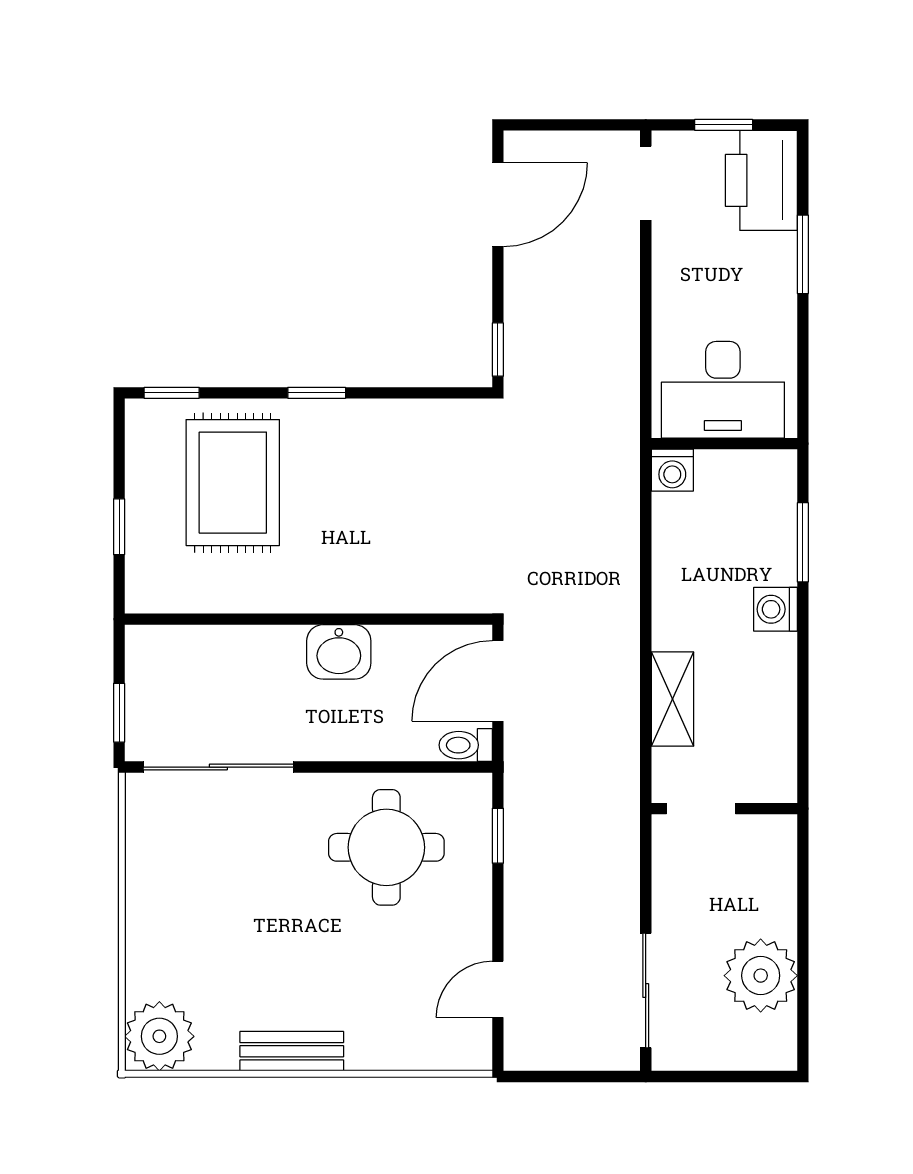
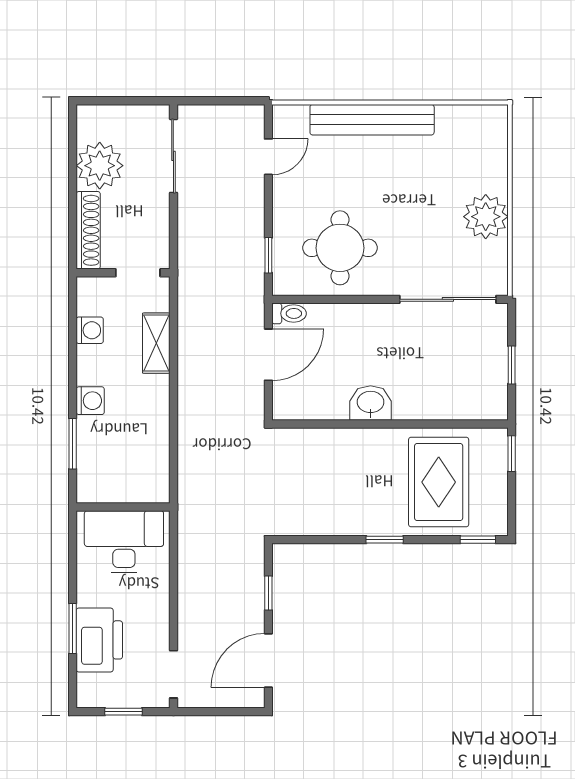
printer: (761, 180) -> (99, 640), moved
window: (498, 350) -> (268, 593), moved
washing machine: (672, 470) -> (90, 330), moved, turned 90
wall: (308, 619) -> (390, 424), moved
washbasin: (339, 652) -> (371, 403), moved
window: (119, 713) -> (512, 365), moved
shoe rack: (779, 875) -> (88, 230), added
plant: (159, 1036) -> (486, 217), moved
bench: (292, 1051) -> (372, 120), width x1.86, depth x1.21

